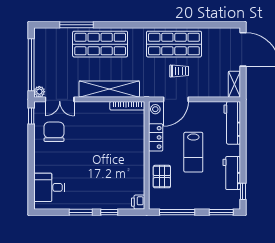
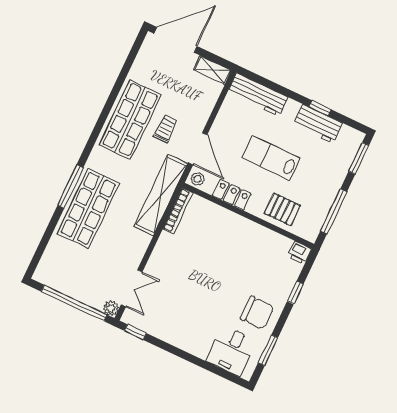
window: (77, 25) -> (70, 186), moved
shelving: (109, 89) -> (161, 195), moved
chair: (54, 132) -> (257, 313), moved, turned 180
lab bench: (193, 152) -> (271, 158), turned 180
window: (243, 191) -> (320, 108), moved
window: (81, 212) -> (268, 350), moved

